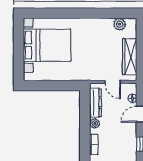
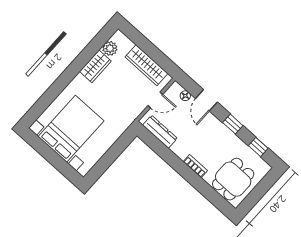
wardrobe: (100, 25) -> (95, 66), added
plant: (95, 123) -> (178, 149), removed

